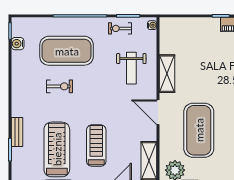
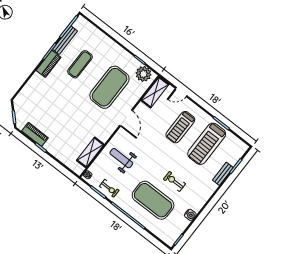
water cooler: (18, 44) -> (190, 215), moved
weight bench: (131, 68) -> (121, 158), turned -90
shelving: (167, 74) -> (90, 152), moved

